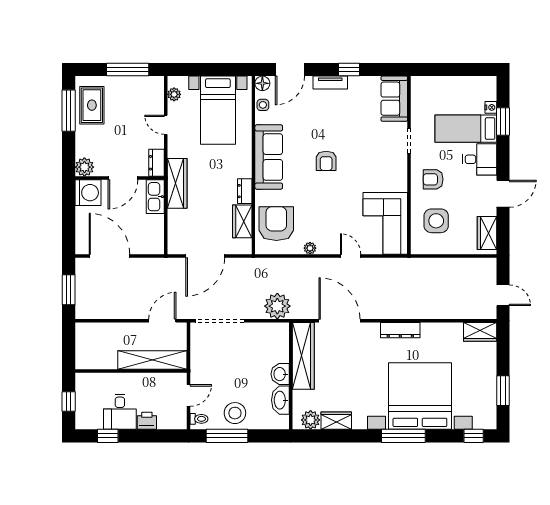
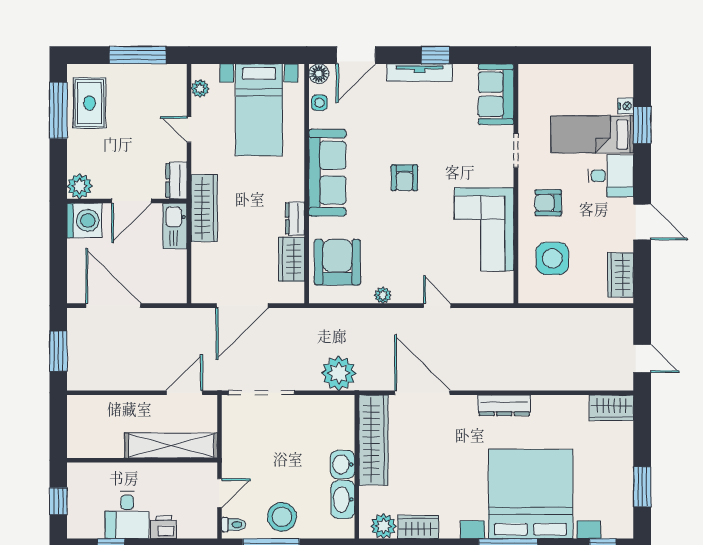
tv unit: (330, 83) -> (419, 73), width x1.41
door: (503, 194) -> (642, 222), hinge flipped
corner sofa: (385, 223) -> (484, 229), moved

